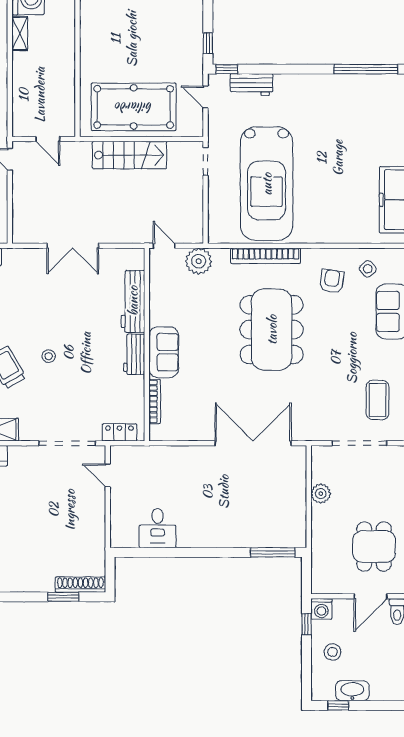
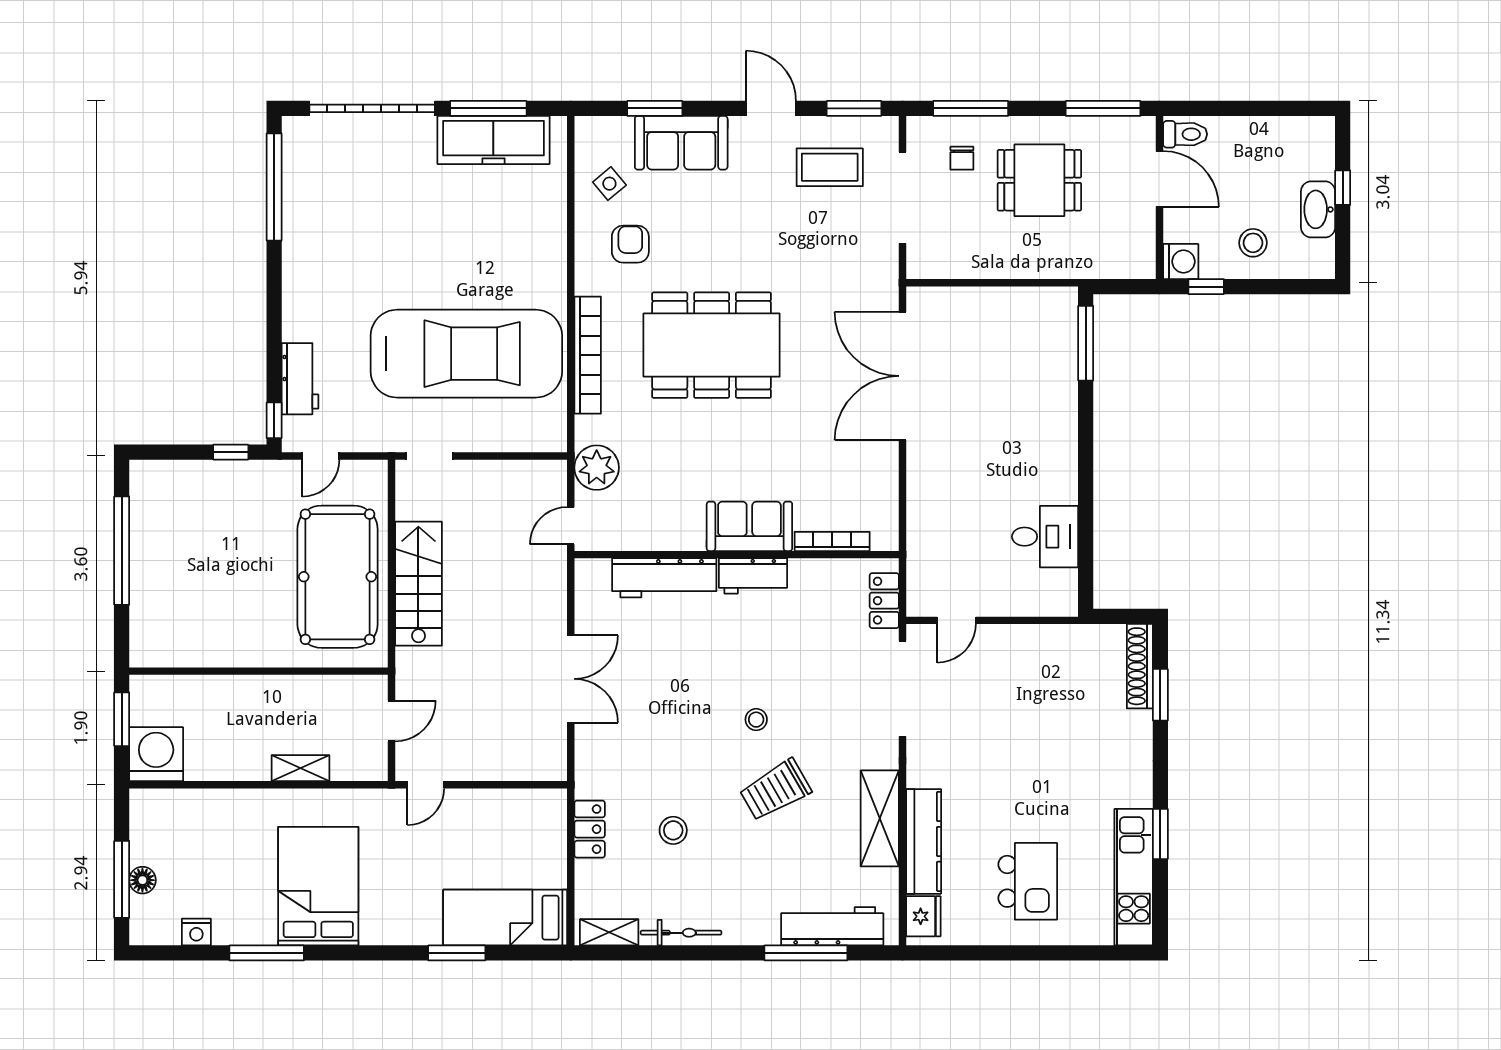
shelving: (20, 34) -> (300, 768), moved
armchair: (332, 281) -> (630, 244), turned 81
chair: (383, 479) -> (962, 158), added
plant: (321, 494) -> (987, 263), removed
dining table: (374, 546) -> (1039, 180), moved
window: (338, 705) -> (1343, 188), moved

